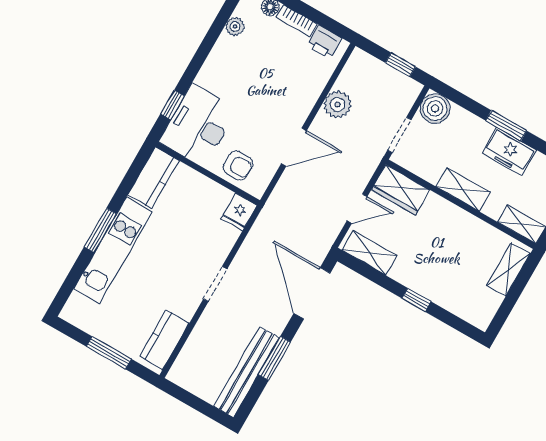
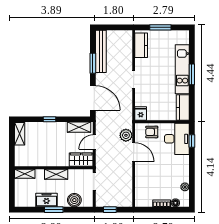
printer: (324, 42) -> (146, 201), removed
plant: (338, 105) -> (126, 135), moved
boiler: (435, 109) -> (74, 200), moved
door: (294, 147) -> (134, 152), swing flipped
shelving: (508, 270) -> (20, 134), moved

